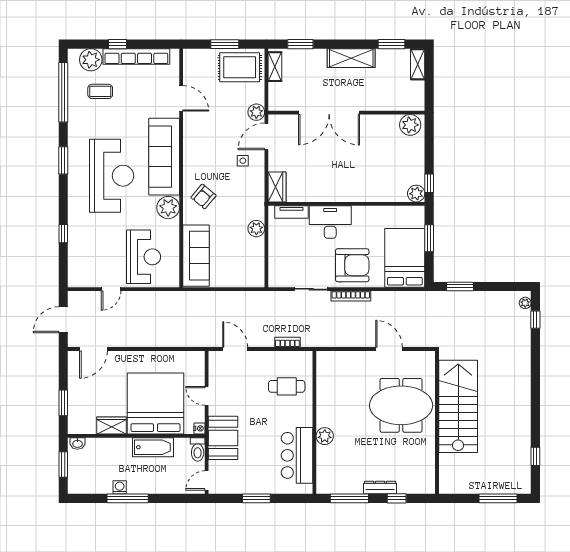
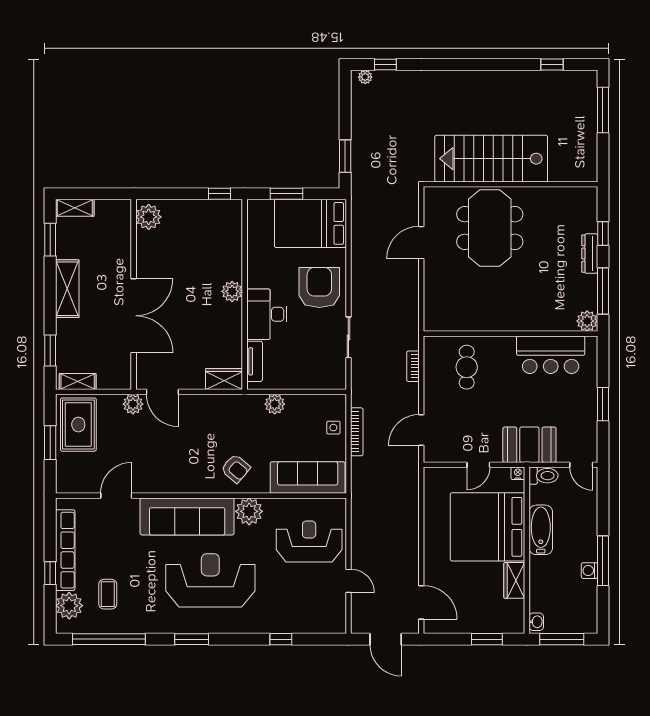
side table: (243, 161) -> (333, 428), moved
plant: (416, 194) -> (232, 291), moved
bookcase: (351, 296) -> (357, 432), moved
plant: (325, 436) -> (587, 321), moved
window: (63, 464) -> (562, 639), width x1.44

